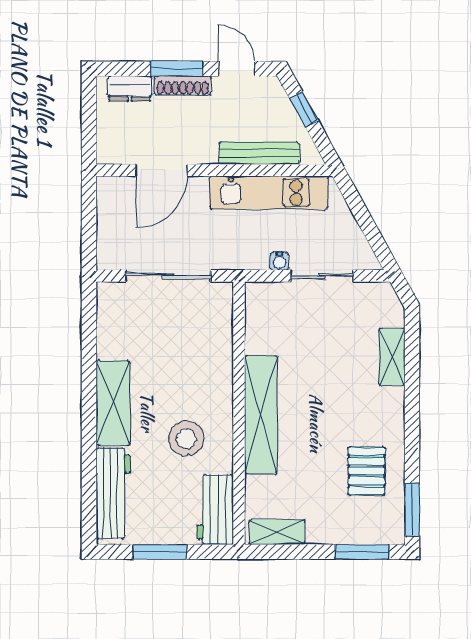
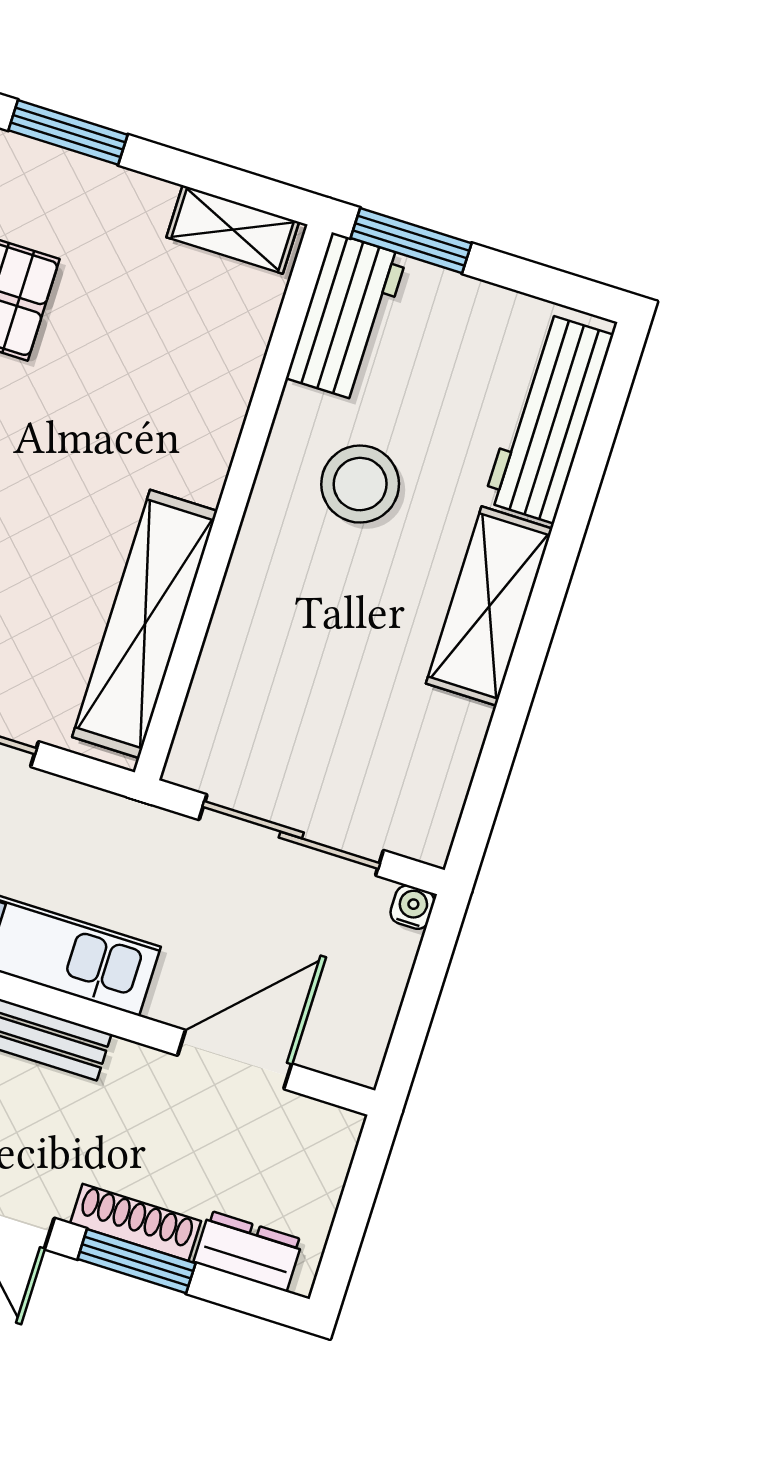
water cooler: (279, 261) -> (412, 907), moved
shelving: (261, 415) -> (145, 624), moved
window: (160, 552) -> (411, 241), moved

